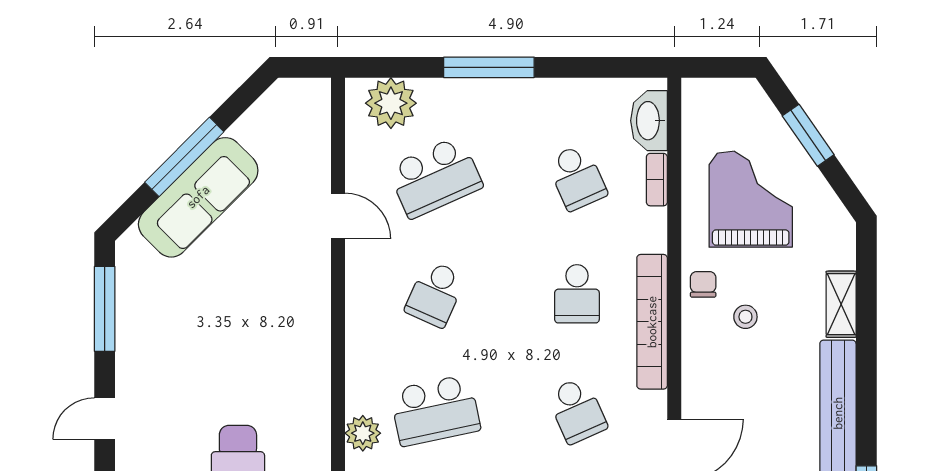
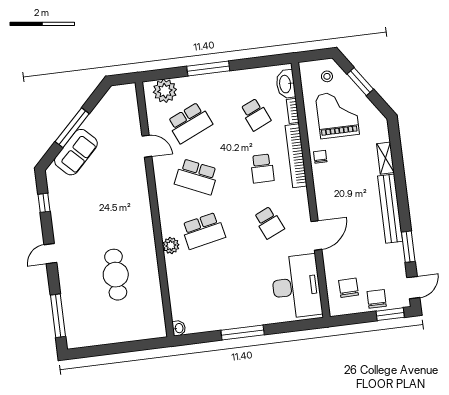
sofa: (198, 197) -> (76, 152), width x0.73
school desk: (435, 294) -> (196, 177), width x1.85
window: (105, 309) -> (44, 203), width x0.46
stool: (745, 317) -> (327, 76), moved
bookcase: (652, 322) -> (296, 156), moved

